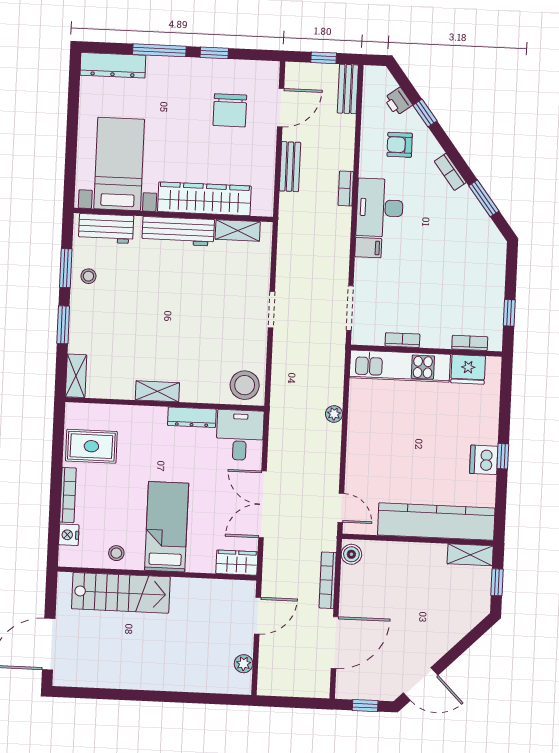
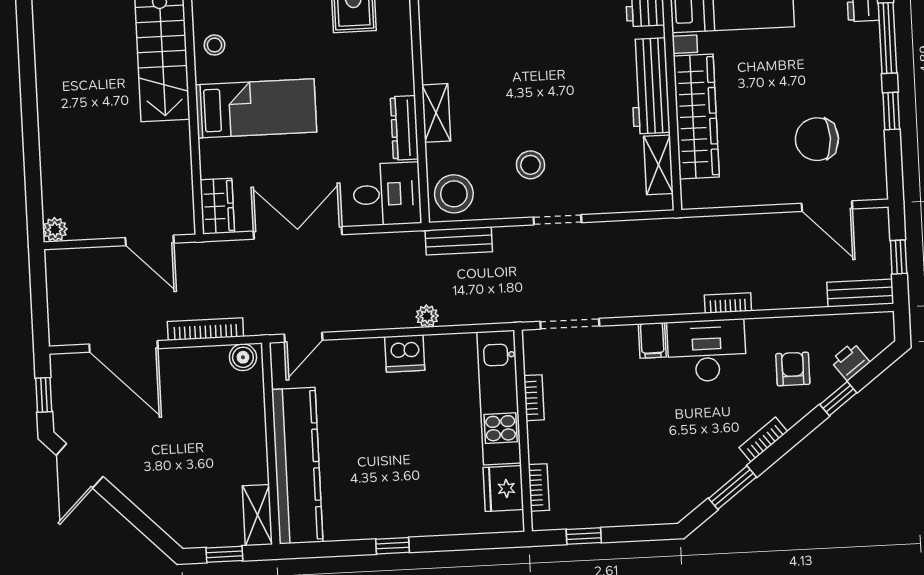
bench: (290, 167) -> (459, 241), moved
stool: (228, 326) -> (530, 165), added
shelving: (157, 391) -> (436, 113), moved
dishwasher: (484, 460) -> (405, 354), moved, turned 180
plant: (244, 664) -> (55, 229), moved

